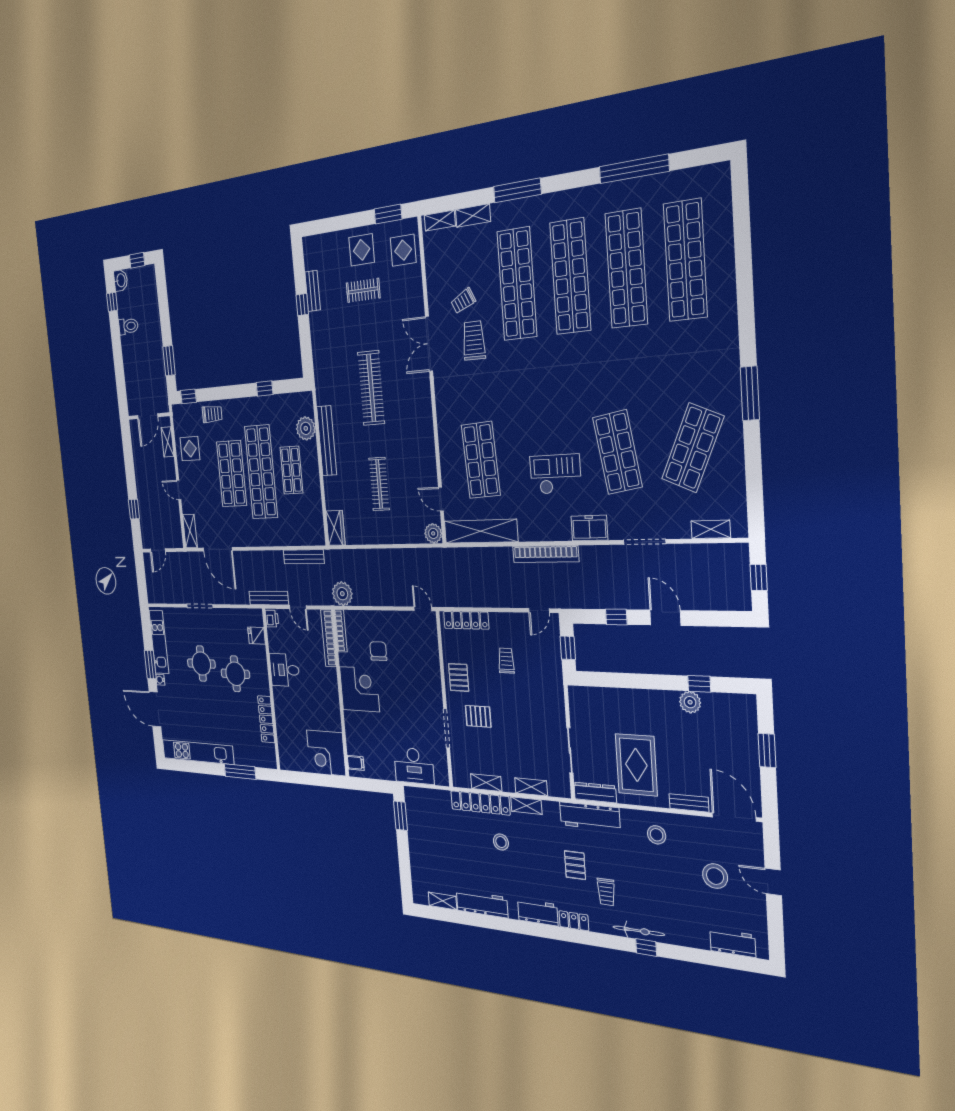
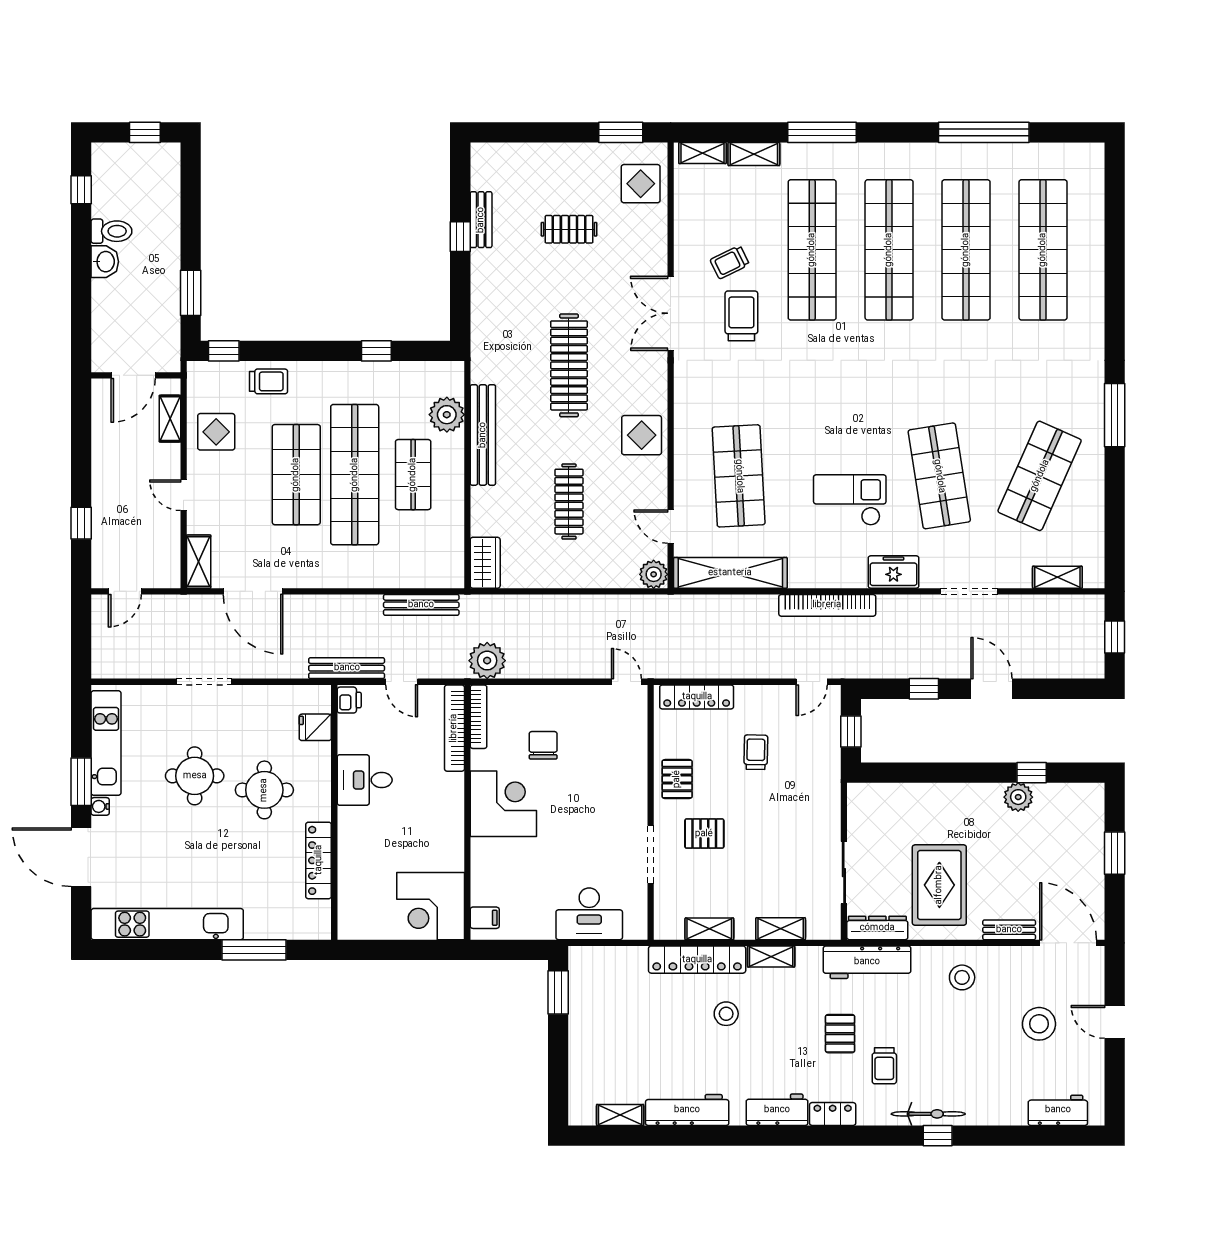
display table: (362, 250) -> (642, 435), moved
washbasin: (121, 280) -> (105, 262), moved

